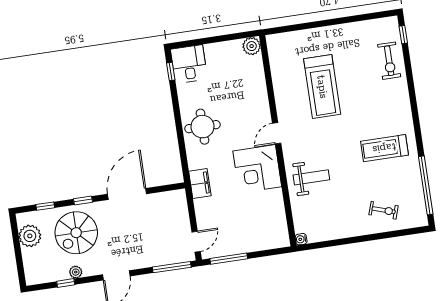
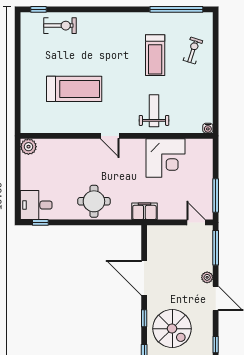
treadmill: (384, 148) -> (155, 55), moved
corner desk: (257, 169) -> (166, 158), moved
plant: (76, 272) -> (207, 277), moved

